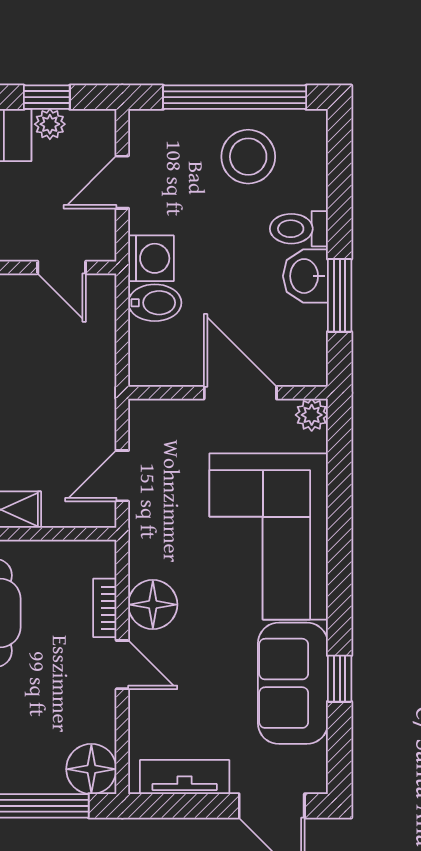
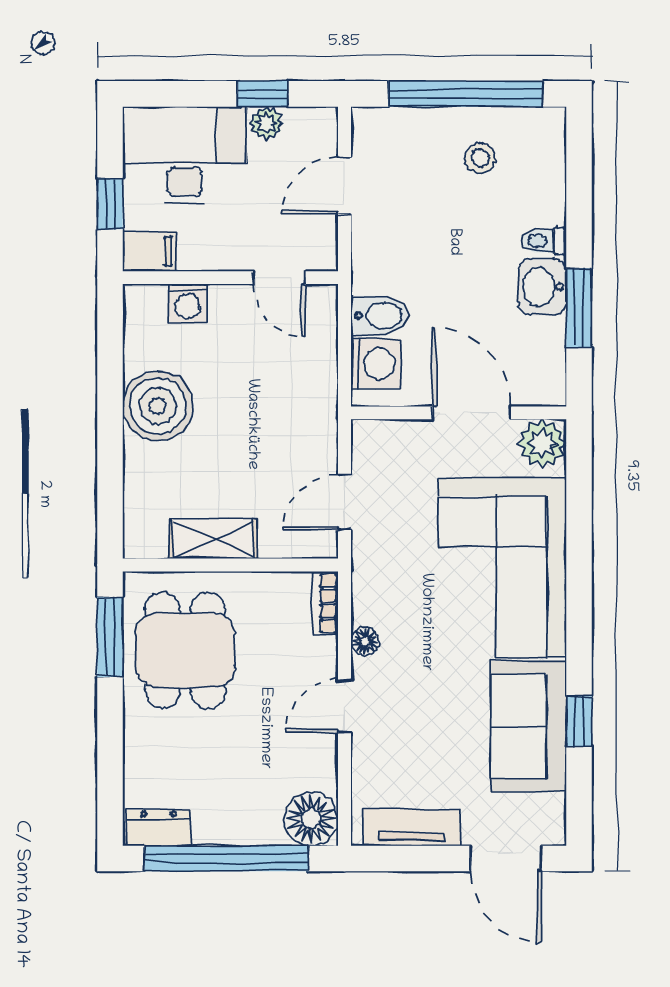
stool: (248, 157) -> (480, 158), width x0.53, depth x0.53
toilet: (299, 229) -> (544, 241), width x0.73, depth x0.72
washing machine: (151, 258) -> (375, 364), moved
plant: (312, 415) -> (542, 443), width x1.38, depth x1.38
floor lamp: (153, 605) -> (365, 641), width x0.53, depth x0.53
bookcase: (105, 608) -> (326, 603), moved
door: (122, 665) -> (344, 706), swing flipped

